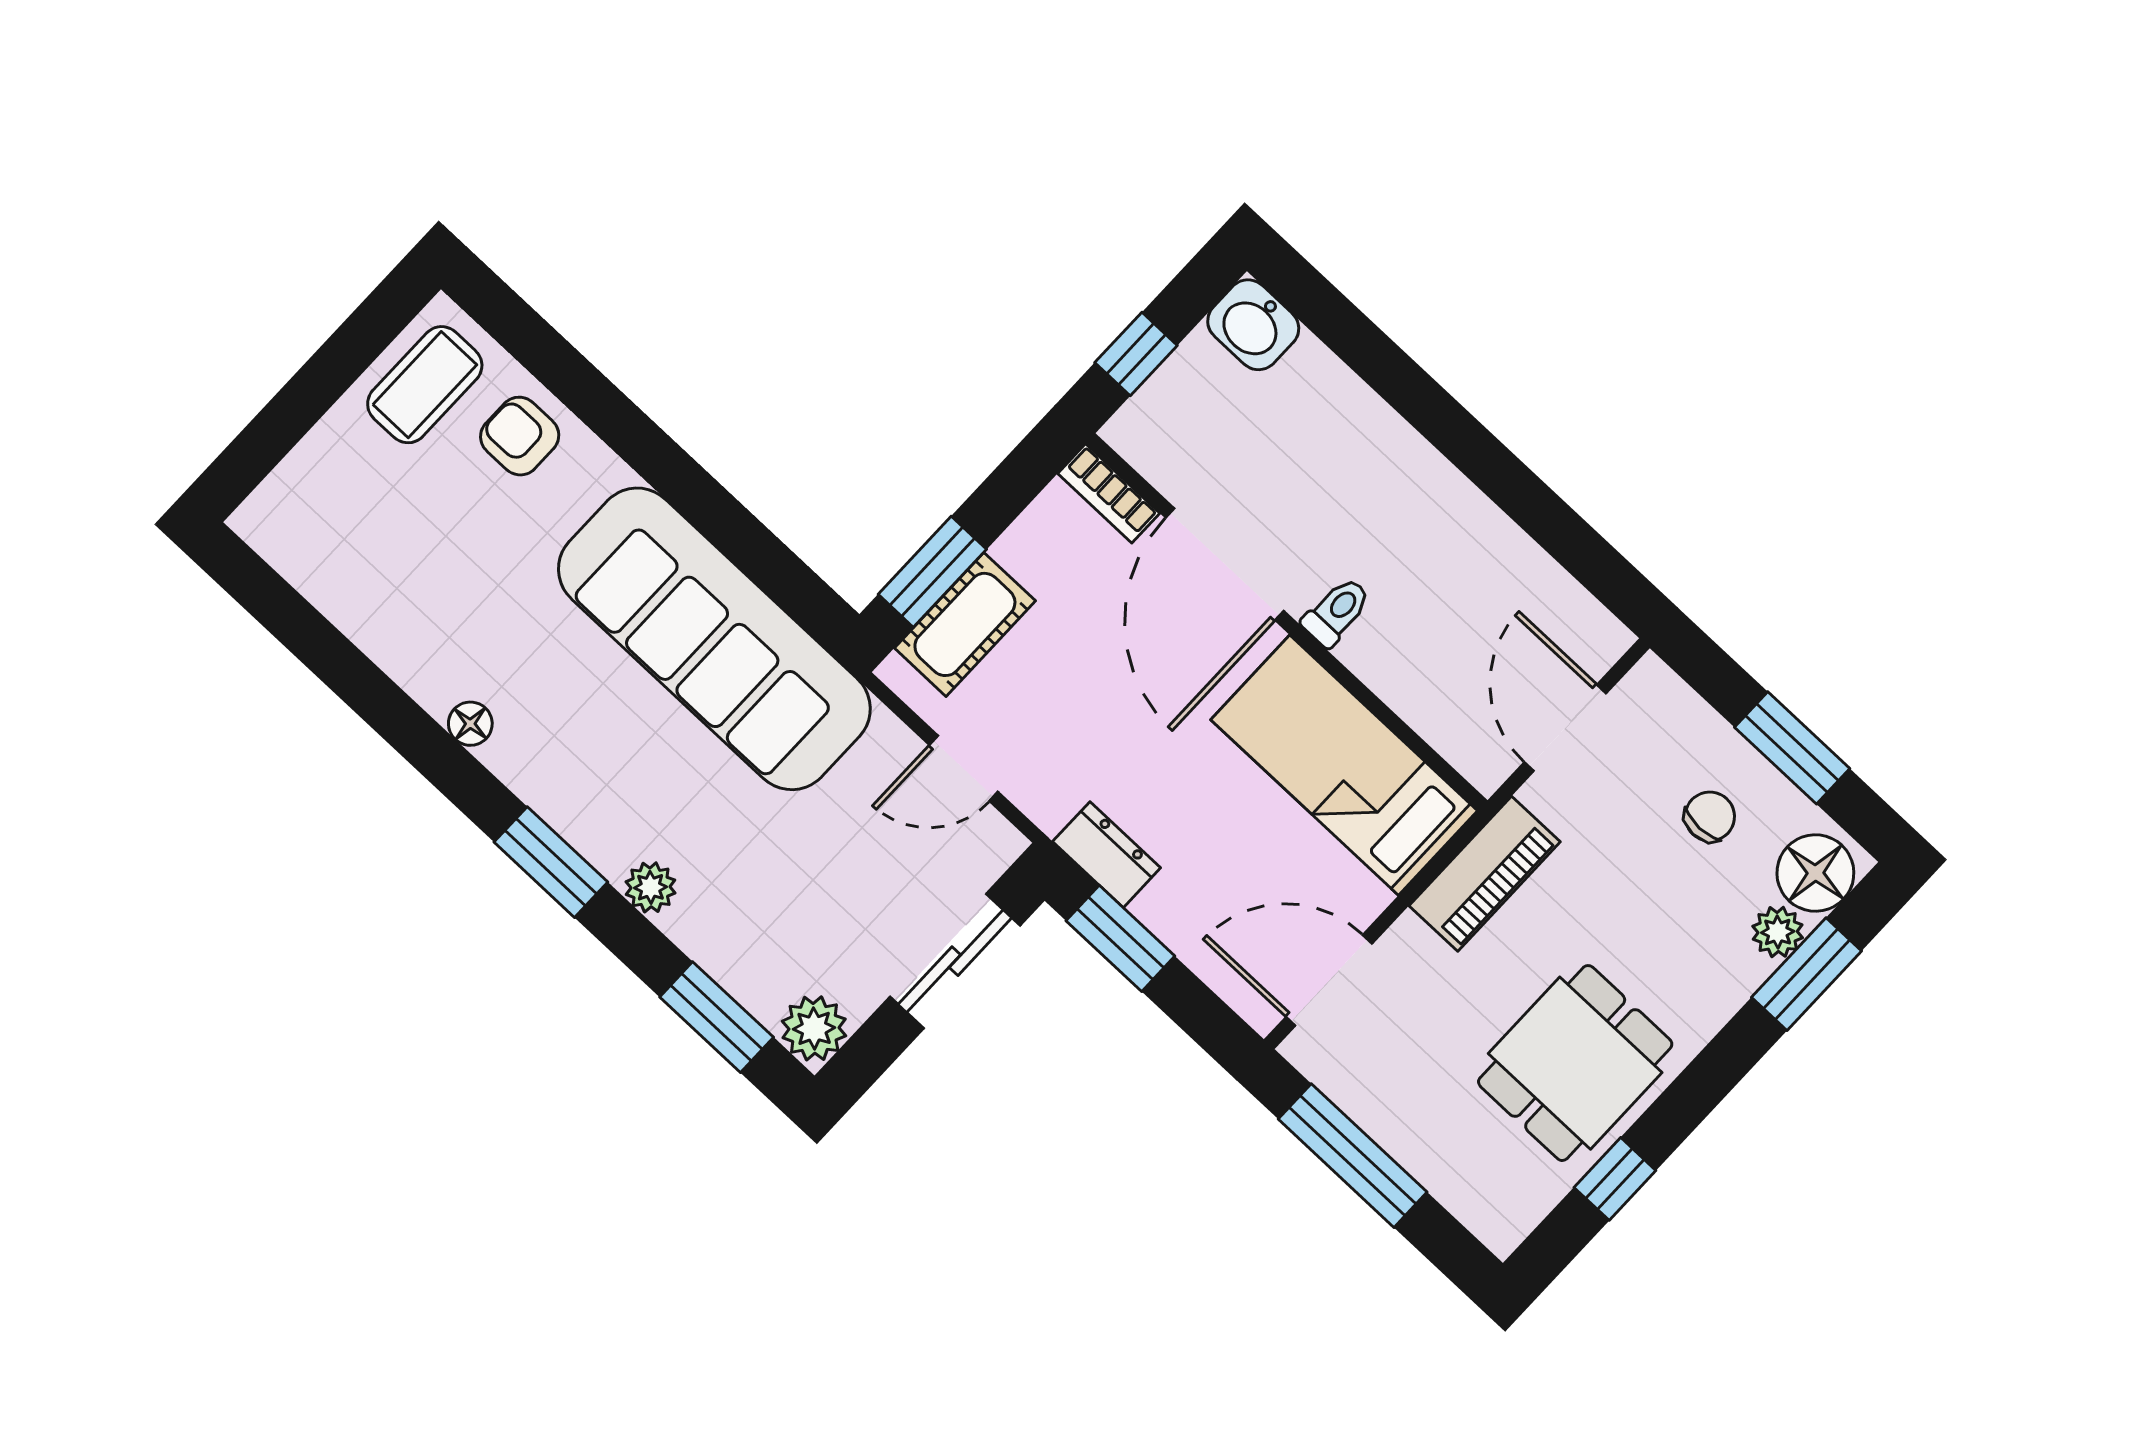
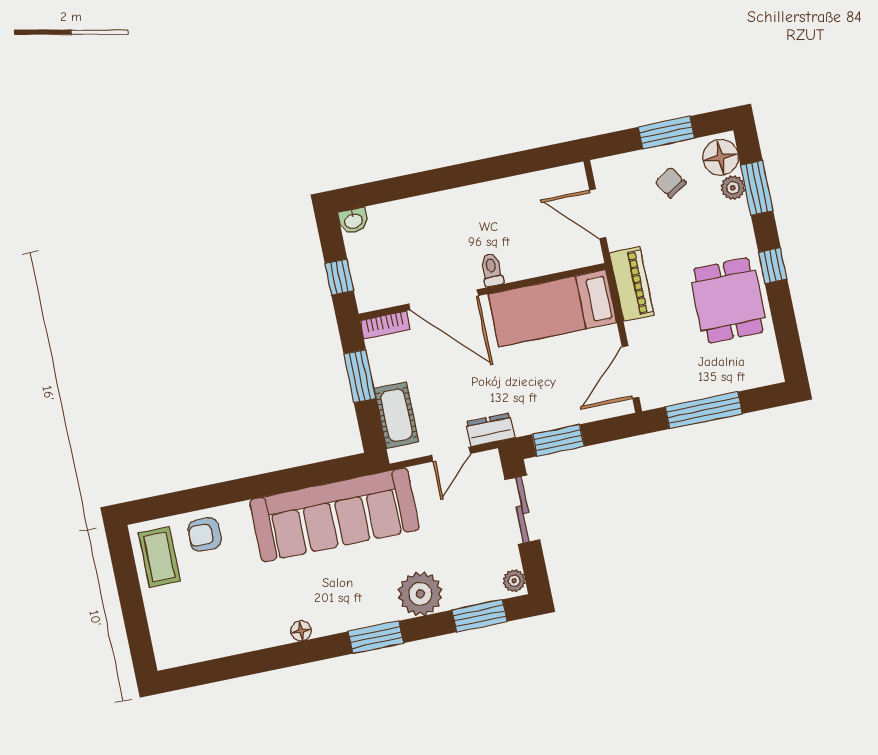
washbasin: (1253, 325) -> (353, 220), width x0.72, depth x0.69
window: (932, 572) -> (360, 376), moved
chair: (1710, 817) -> (670, 182), turned -33
dresser: (1107, 855) -> (490, 430), moved
plant: (650, 887) -> (420, 594), width x1.87, depth x1.87
plant: (814, 1028) -> (514, 581), width x0.73, depth x0.73
window: (1615, 1179) -> (773, 266), moved

